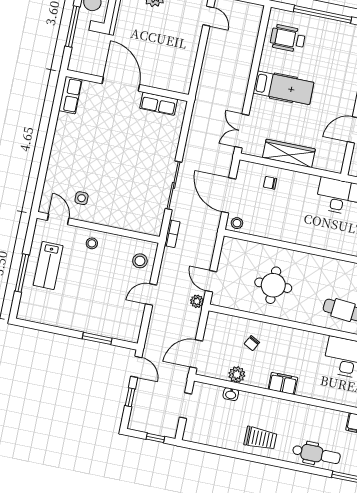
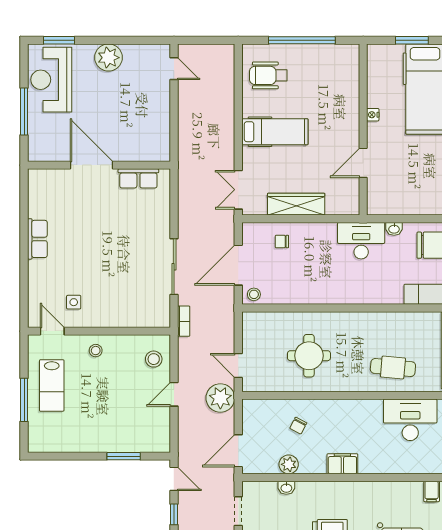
row of seats: (70, 95) -> (37, 239), moved
door: (229, 195) -> (238, 265), hinge flipped
plant: (197, 301) -> (220, 398), width x1.88, depth x1.88

